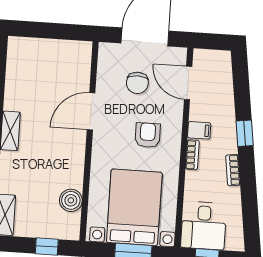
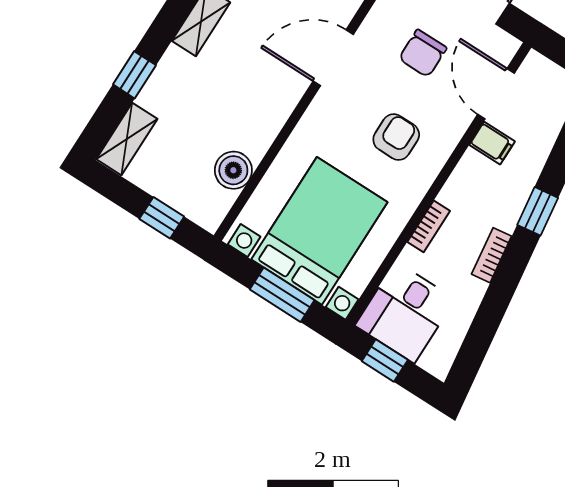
filing cabinet: (199, 130) -> (492, 143), moved
bookcase: (192, 155) -> (429, 226), moved

